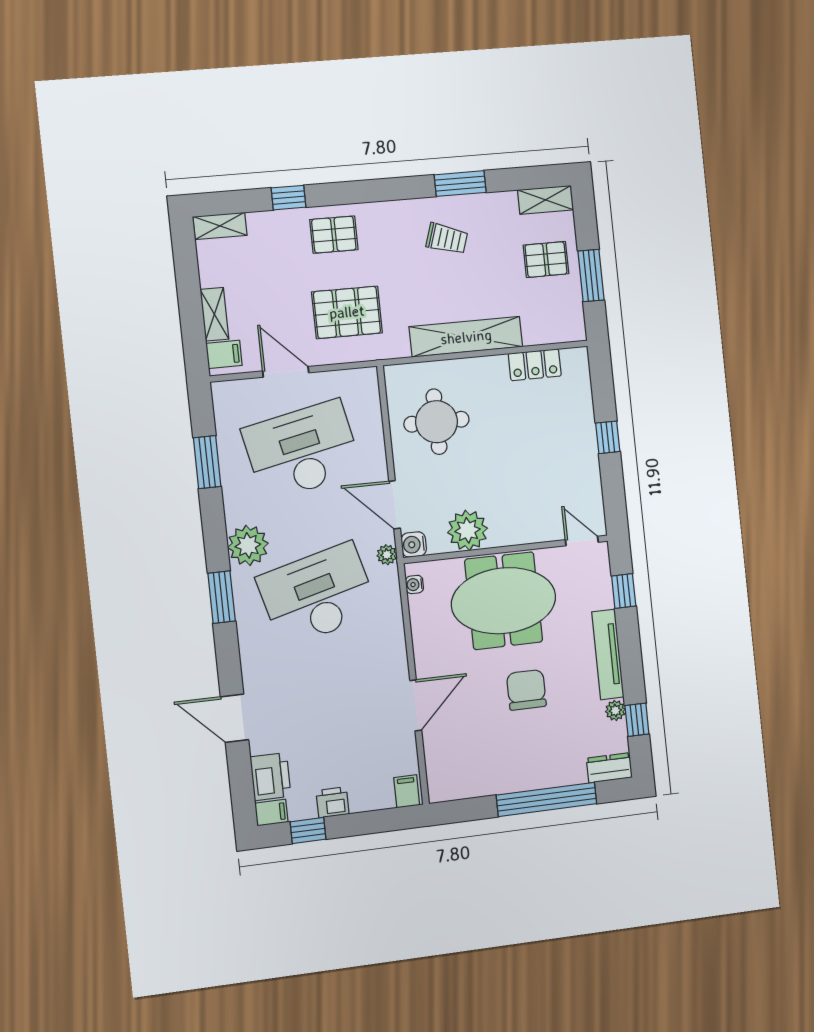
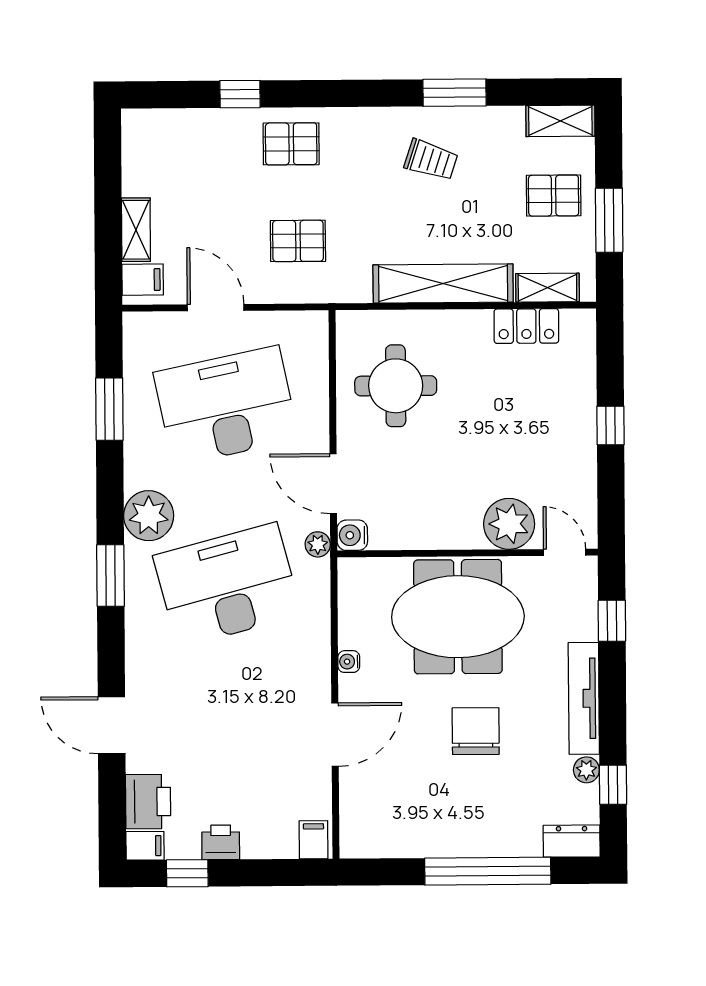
shelving: (220, 226) -> (547, 288), moved
pallet: (347, 312) -> (298, 241), width x0.67, depth x0.71
plant: (468, 530) -> (509, 524), moved
water cooler: (414, 584) -> (349, 662), moved

